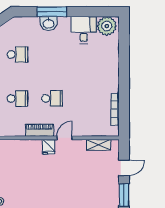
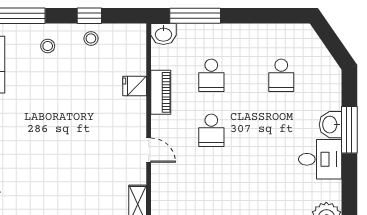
desk: (84, 30) -> (320, 159), moved
piano: (40, 130) -> (161, 92), moved
fridge: (49, 147) -> (135, 86), moved

